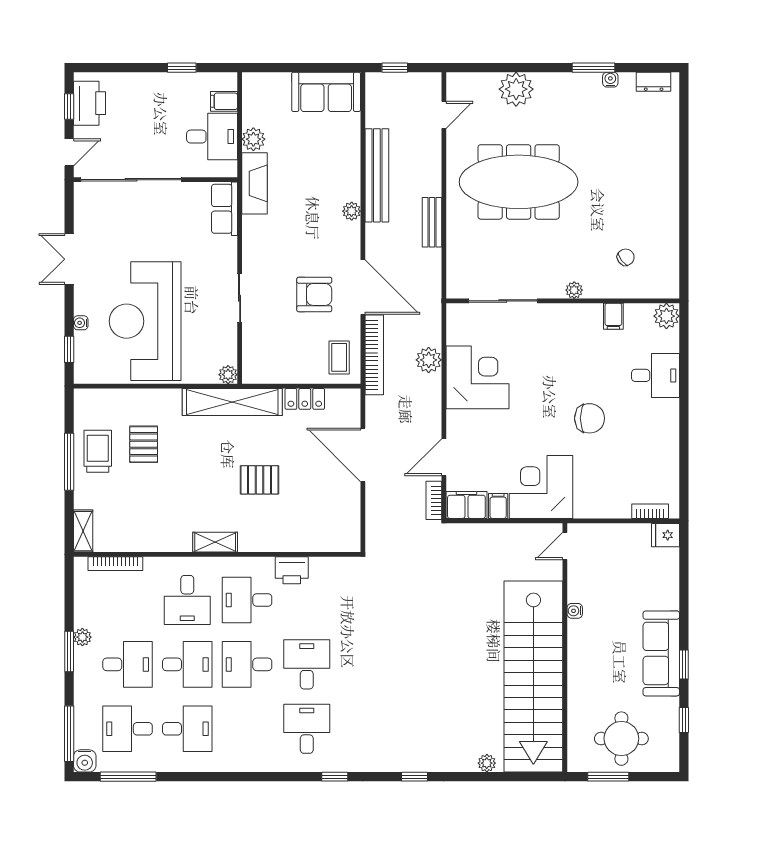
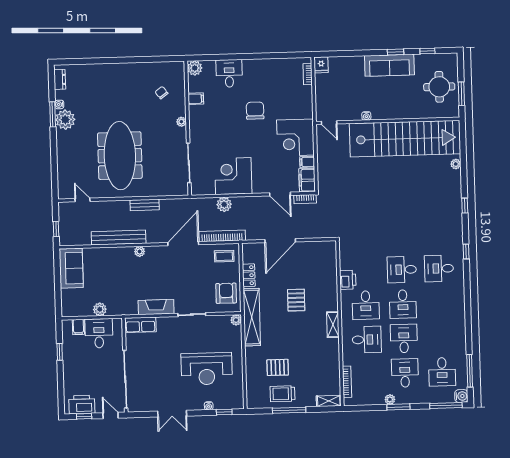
plant: (516, 89) -> (65, 120), moved
fireplace: (254, 183) -> (156, 307), moved
armchair: (314, 294) -> (226, 293), moved
reception desk: (145, 321) -> (207, 369), width x0.74, depth x0.77
desk: (187, 729) -> (441, 337), removed

